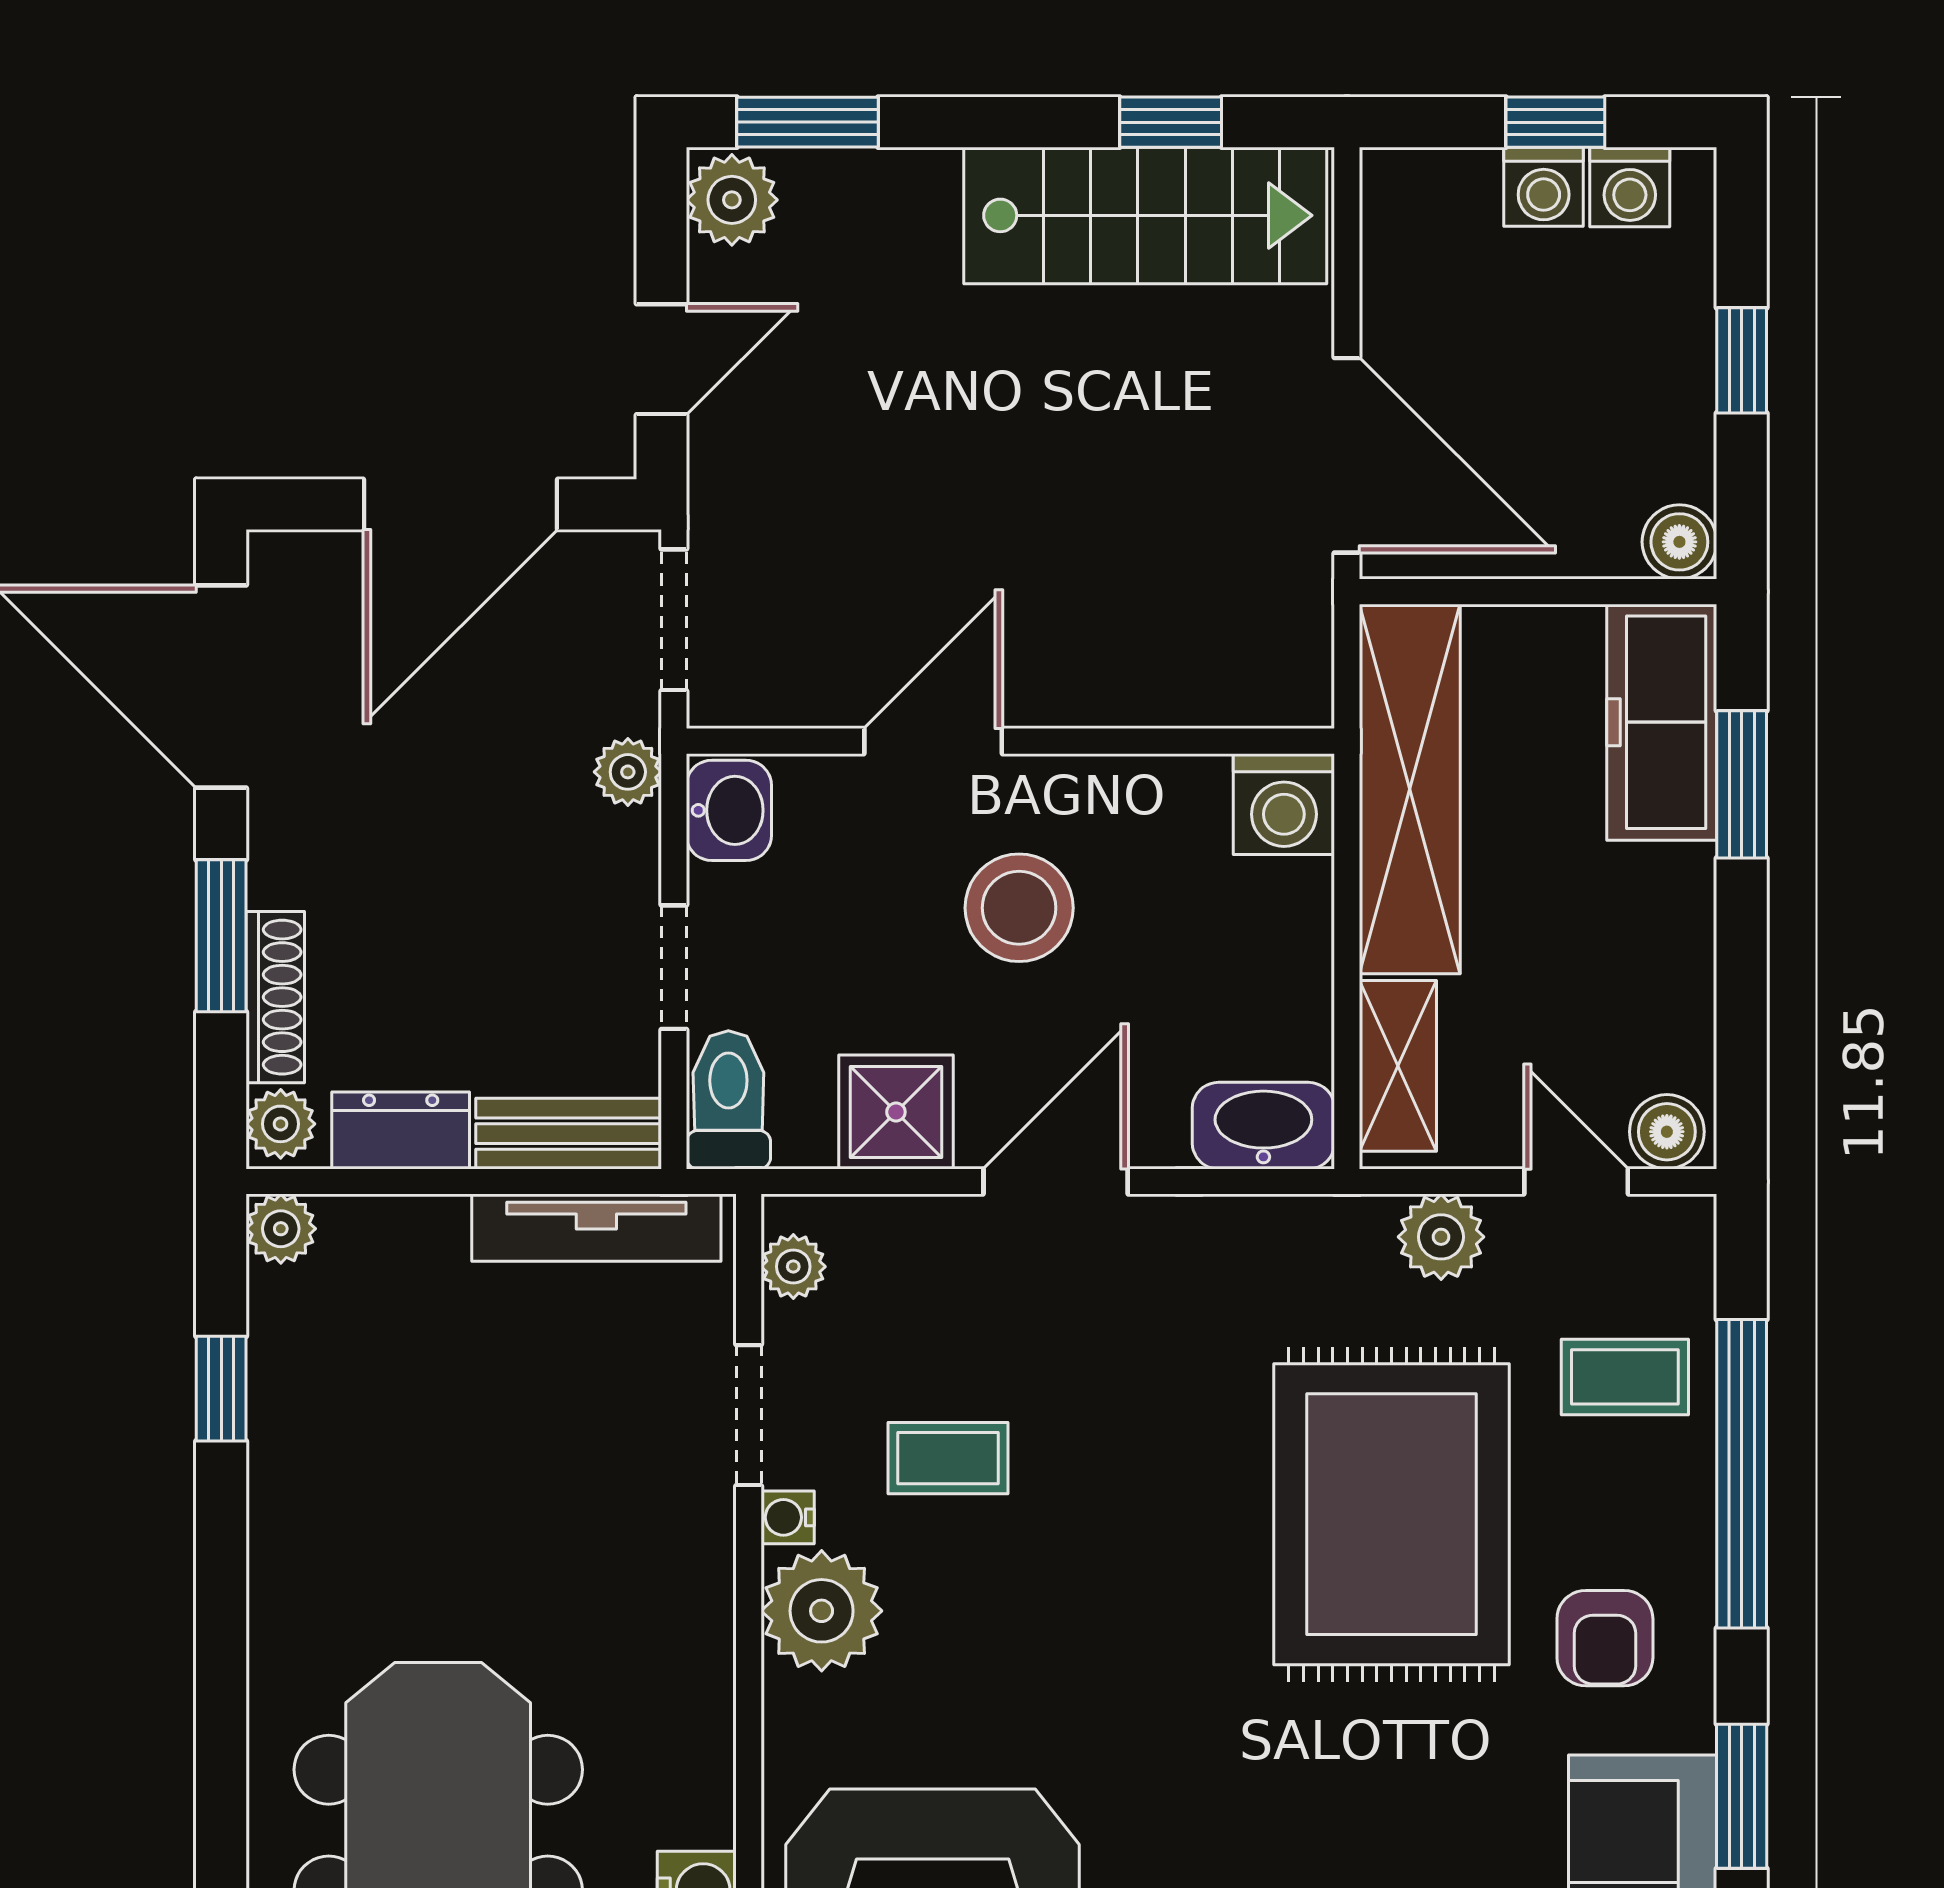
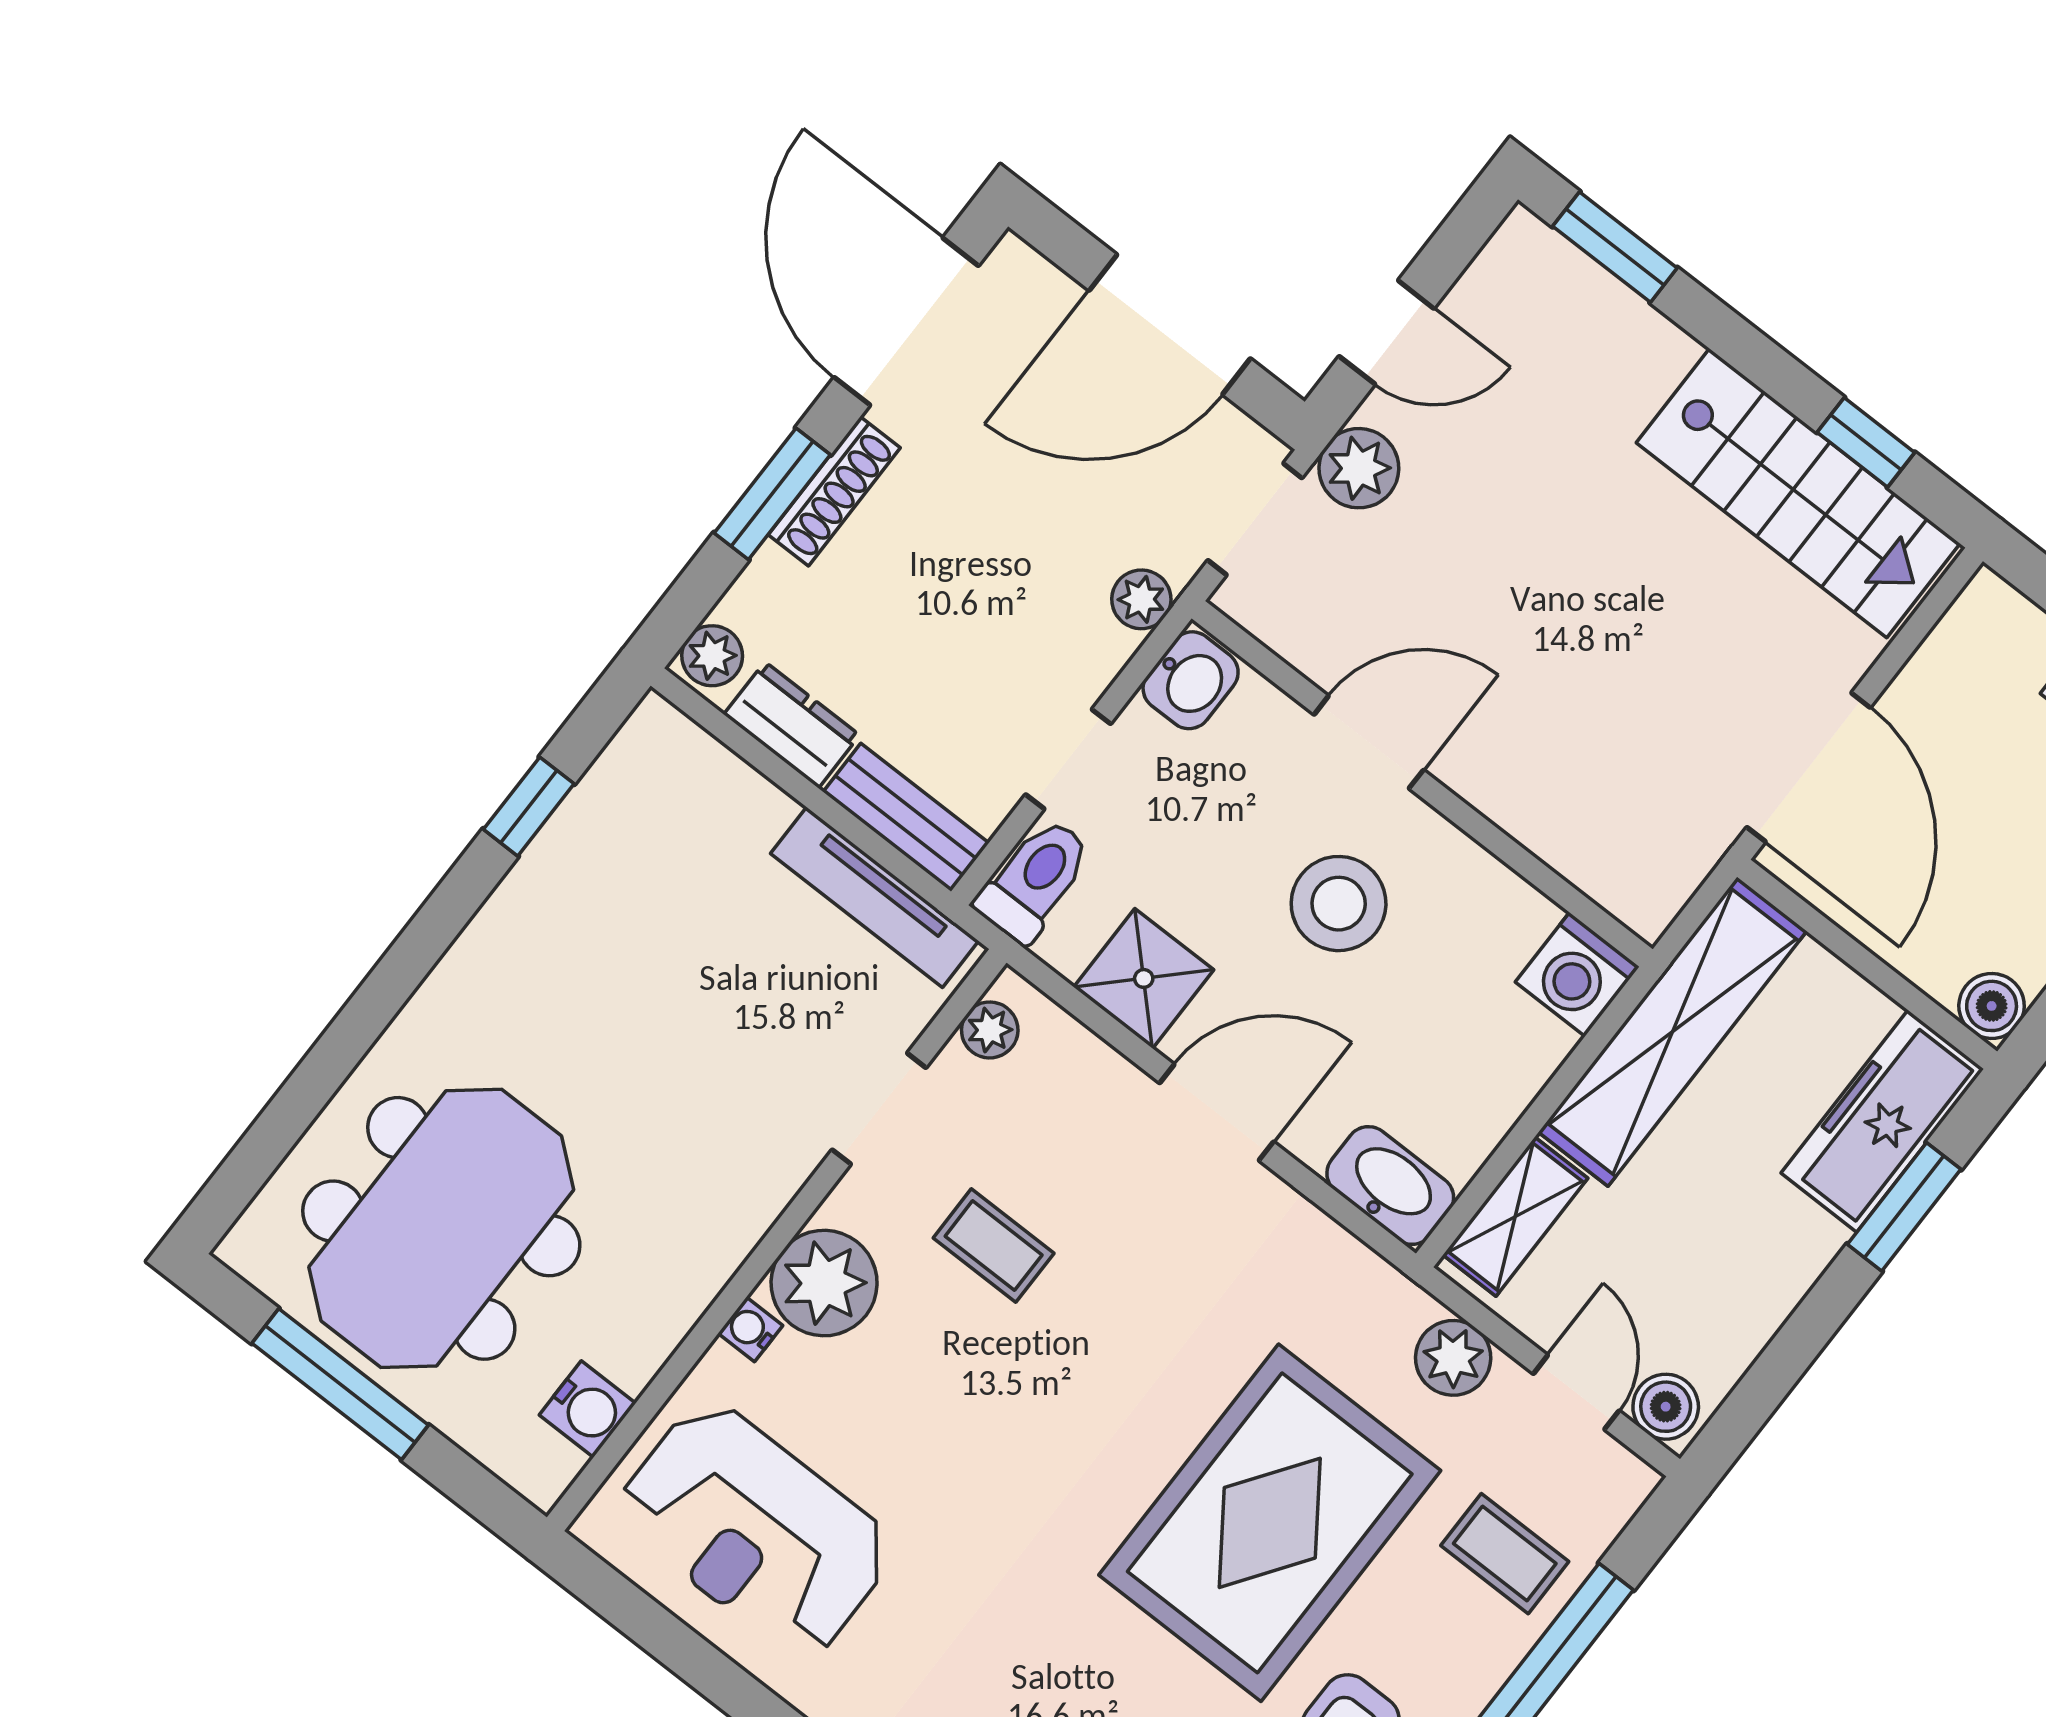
plant: (732, 200) -> (1359, 468), moved
shoe rack: (275, 997) -> (834, 491), moved
plant: (281, 1229) -> (656, 728), removed
water cooler: (788, 1517) -> (750, 1329), moved

